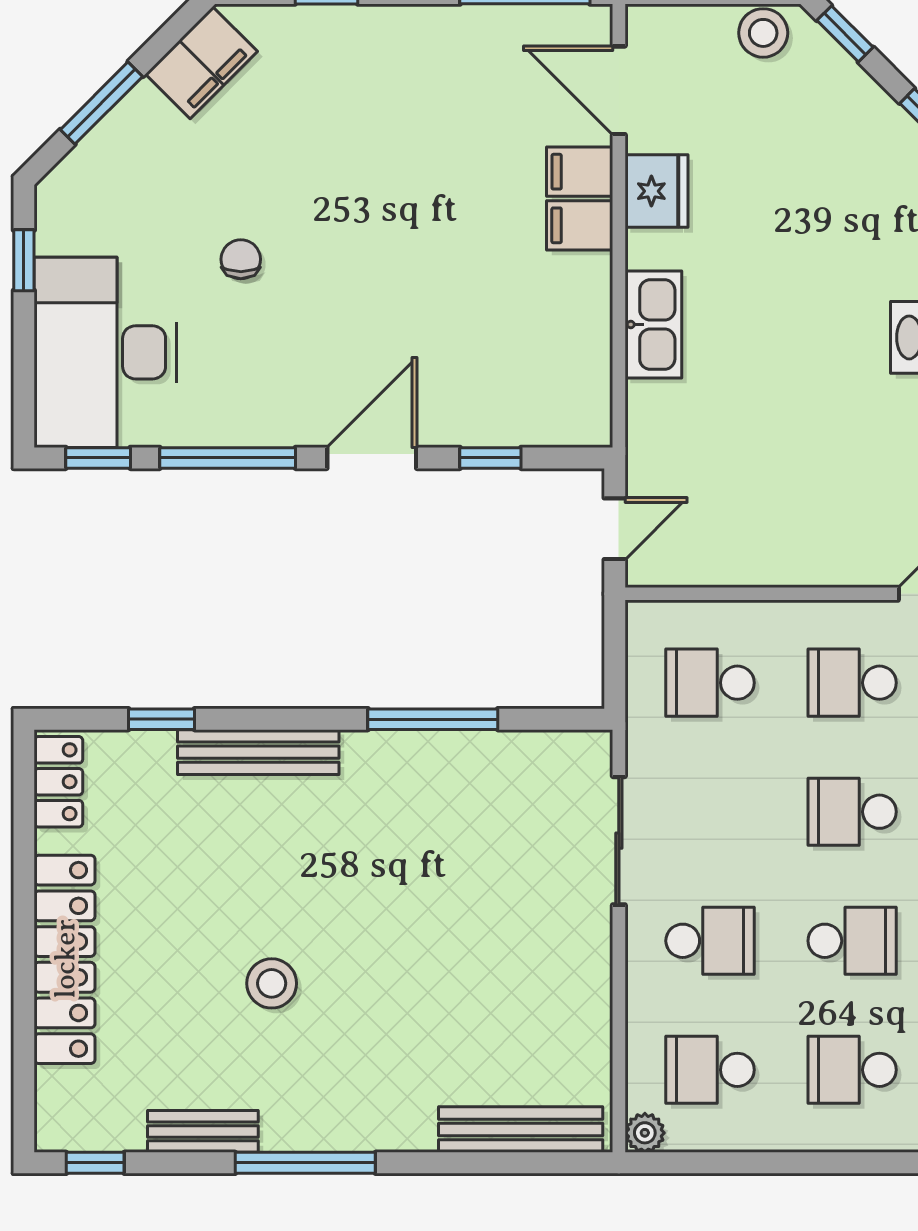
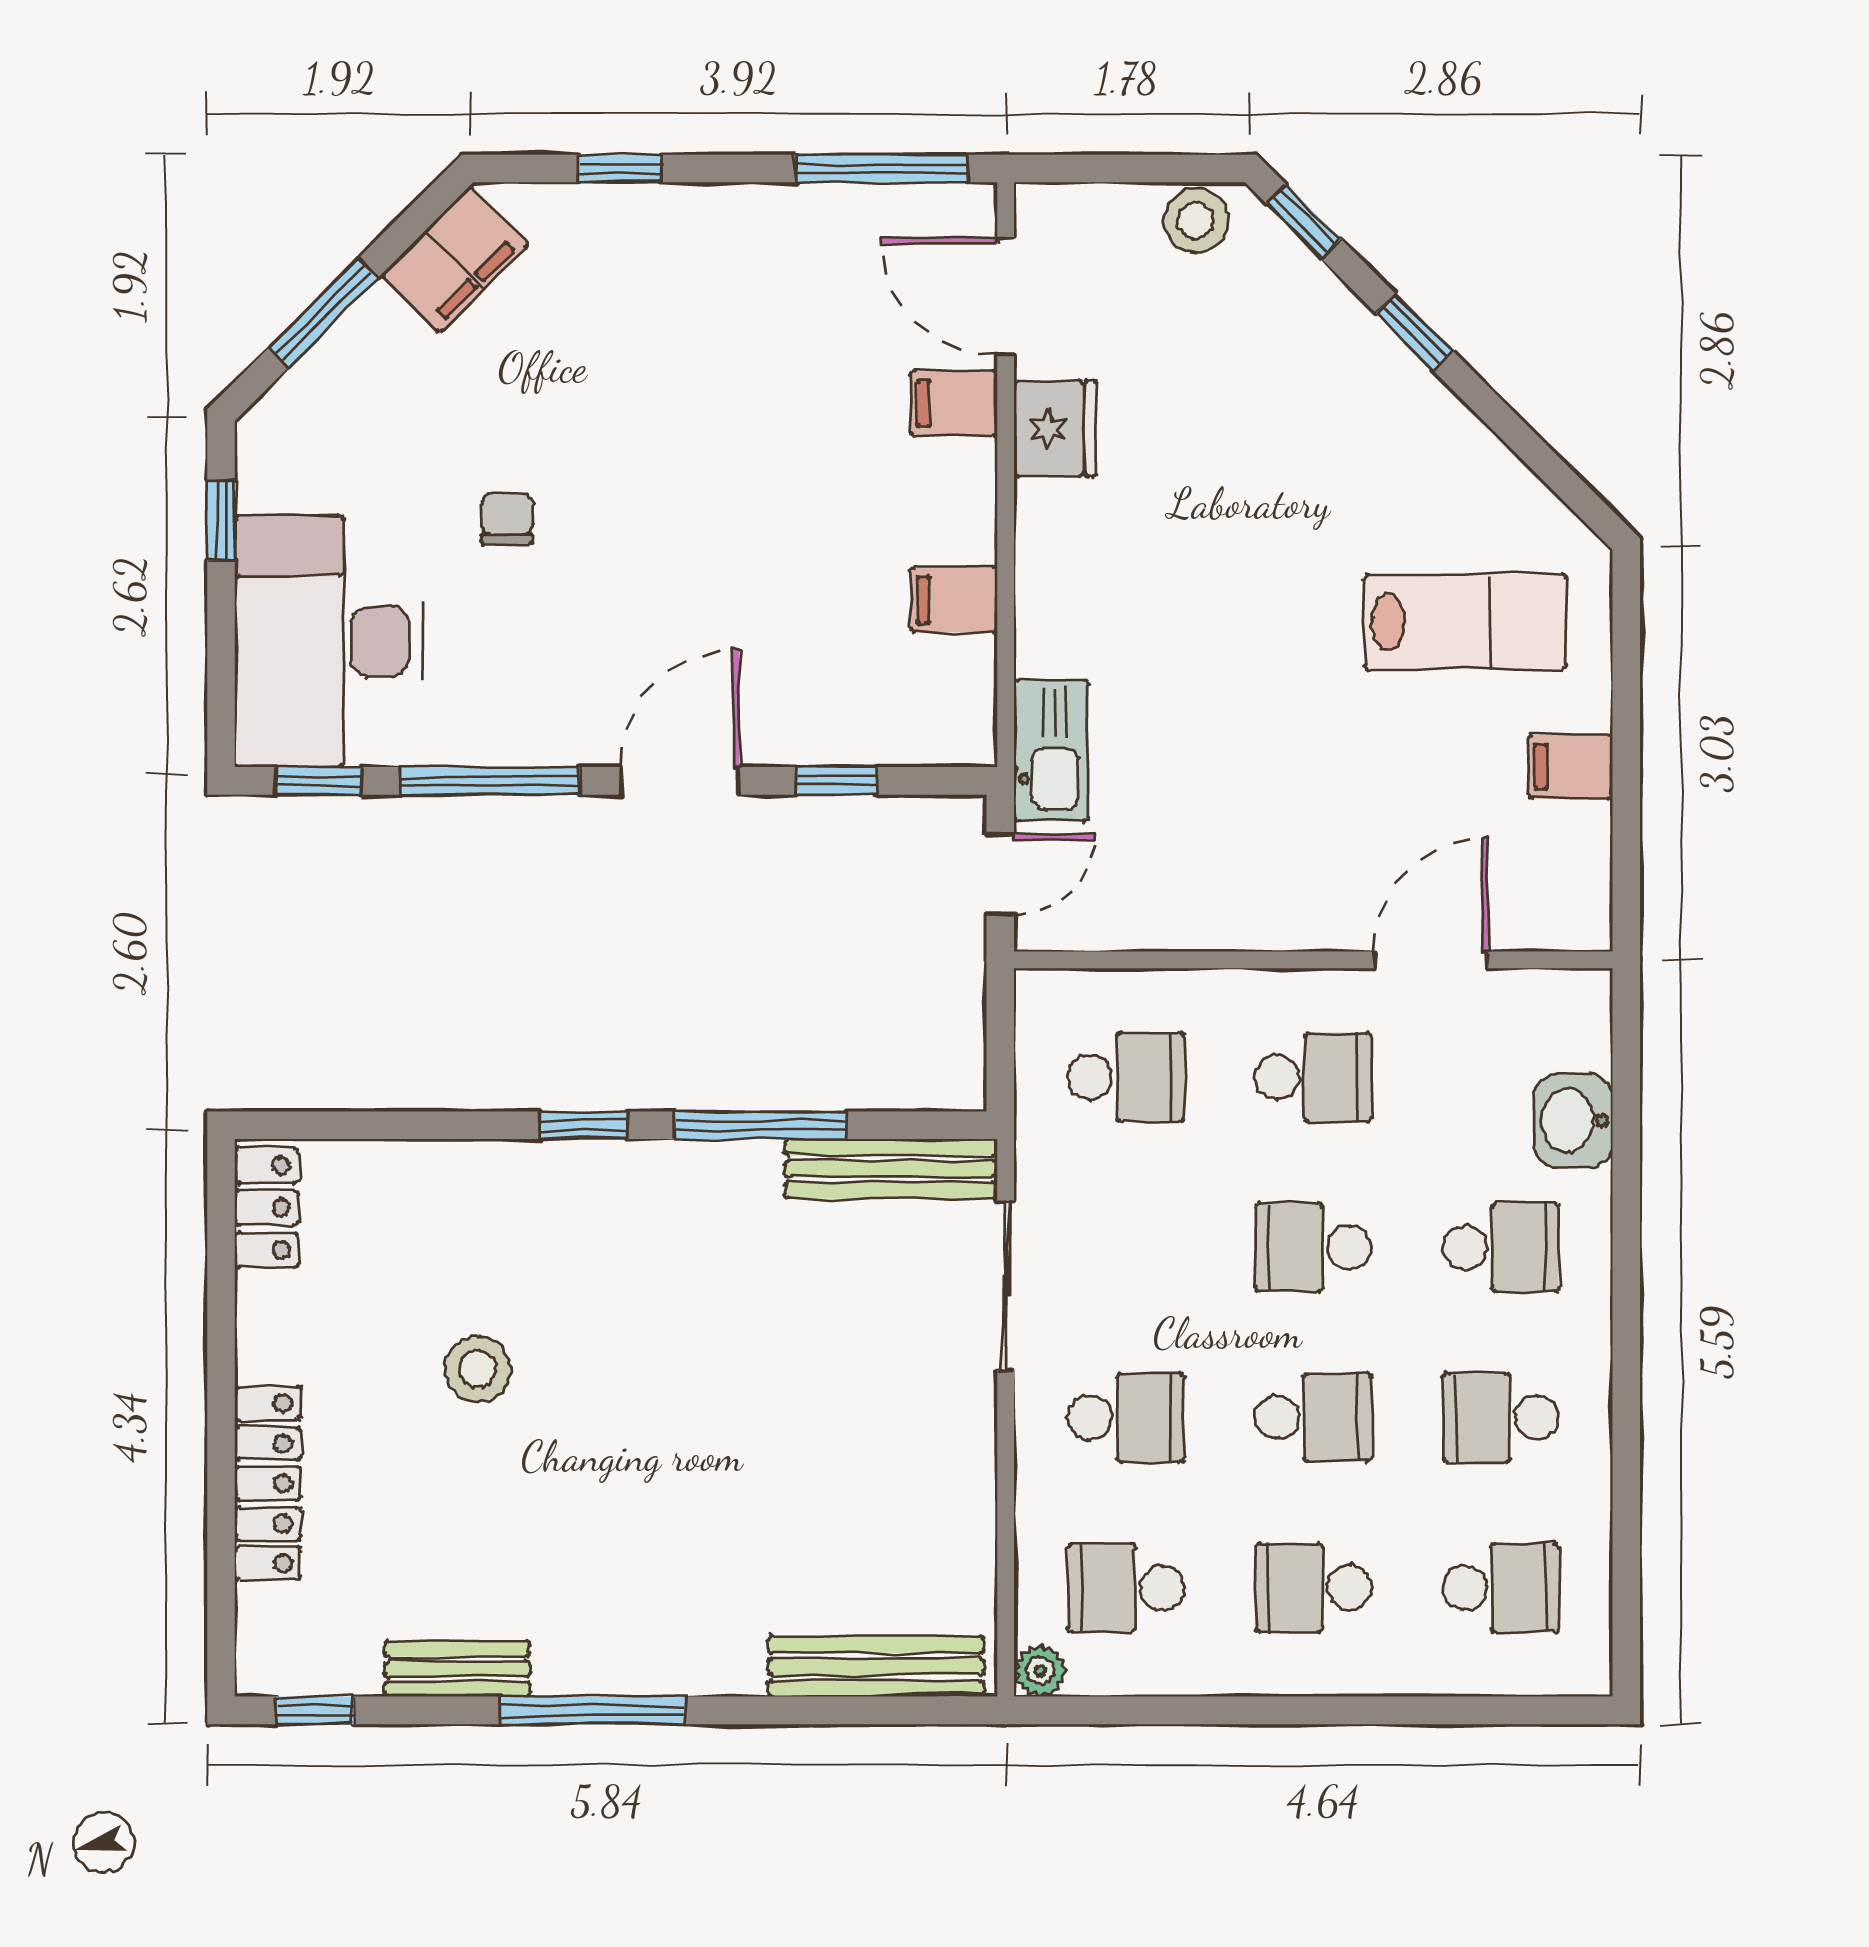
filing cabinet: (580, 225) -> (954, 600), moved
kitchen sink: (653, 325) -> (1051, 751), moved
school desk: (710, 683) -> (1126, 1077), turned 180
school desk: (852, 683) -> (1313, 1077), turned 180
window: (162, 719) -> (584, 1125), moved
bench: (258, 752) -> (891, 1169), moved
locker: (65, 959) -> (268, 1483), width x0.71, depth x0.83
stool: (272, 983) -> (478, 1369), moved

